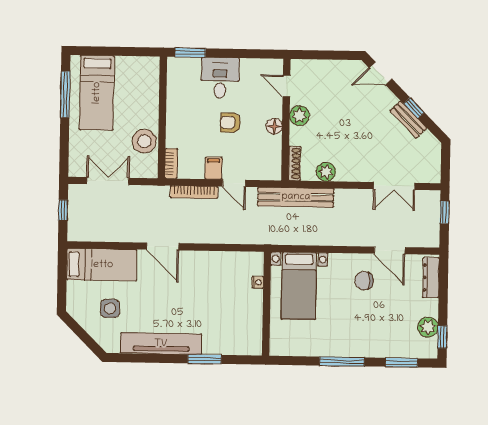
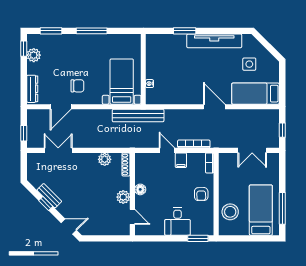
armchair: (230, 123) -> (201, 194), moved, turned 89
stool: (144, 141) -> (230, 212), moved
bench: (296, 197) -> (138, 116), moved
door: (390, 250) -> (61, 107), swing flipped

